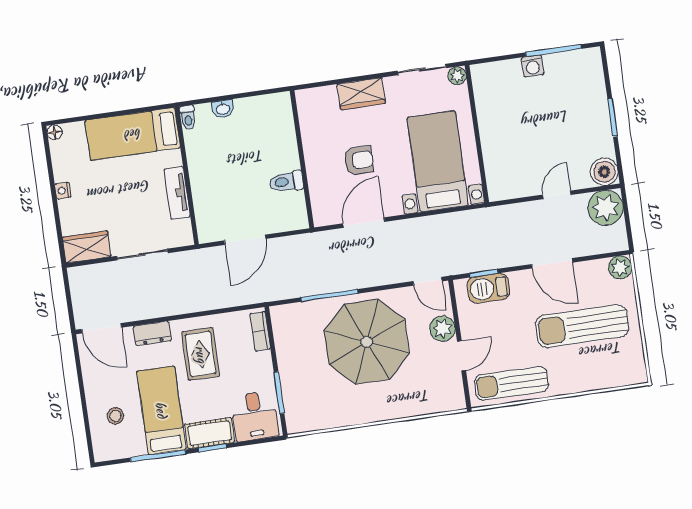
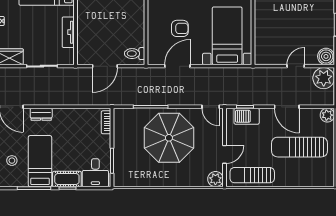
toilet: (286, 182) -> (135, 54), moved
plant: (442, 329) -> (215, 179), moved
rug: (201, 354) -> (68, 131), removed

